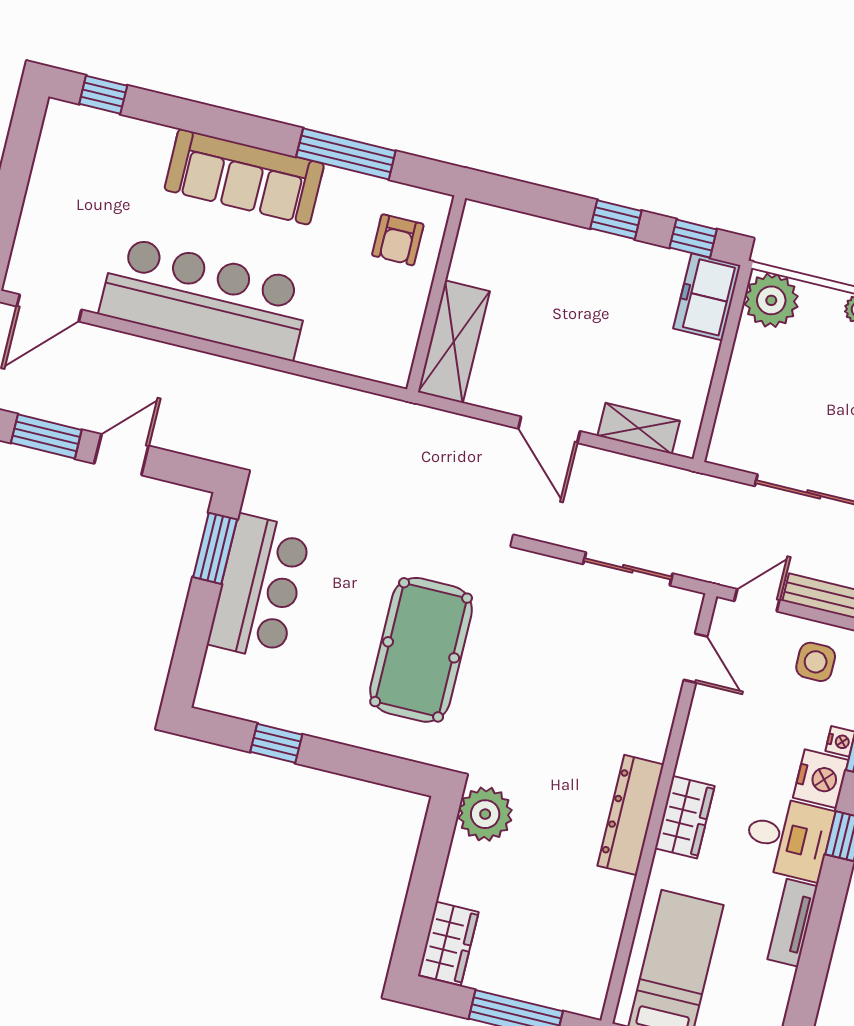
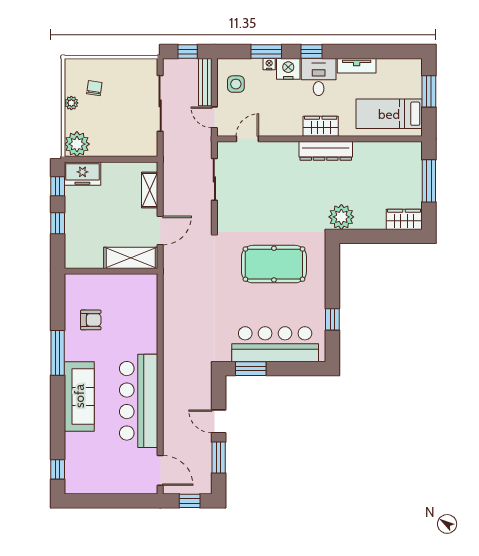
wall: (436, 294) -> (111, 271), moved
shelving: (454, 342) -> (131, 258), moved
bar counter: (259, 587) -> (275, 344), width x1.36

